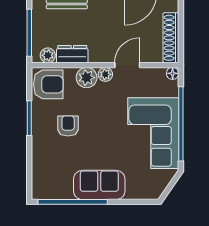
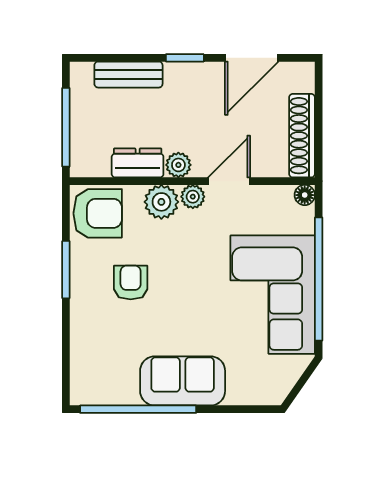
plant: (48, 55) -> (178, 165), moved

